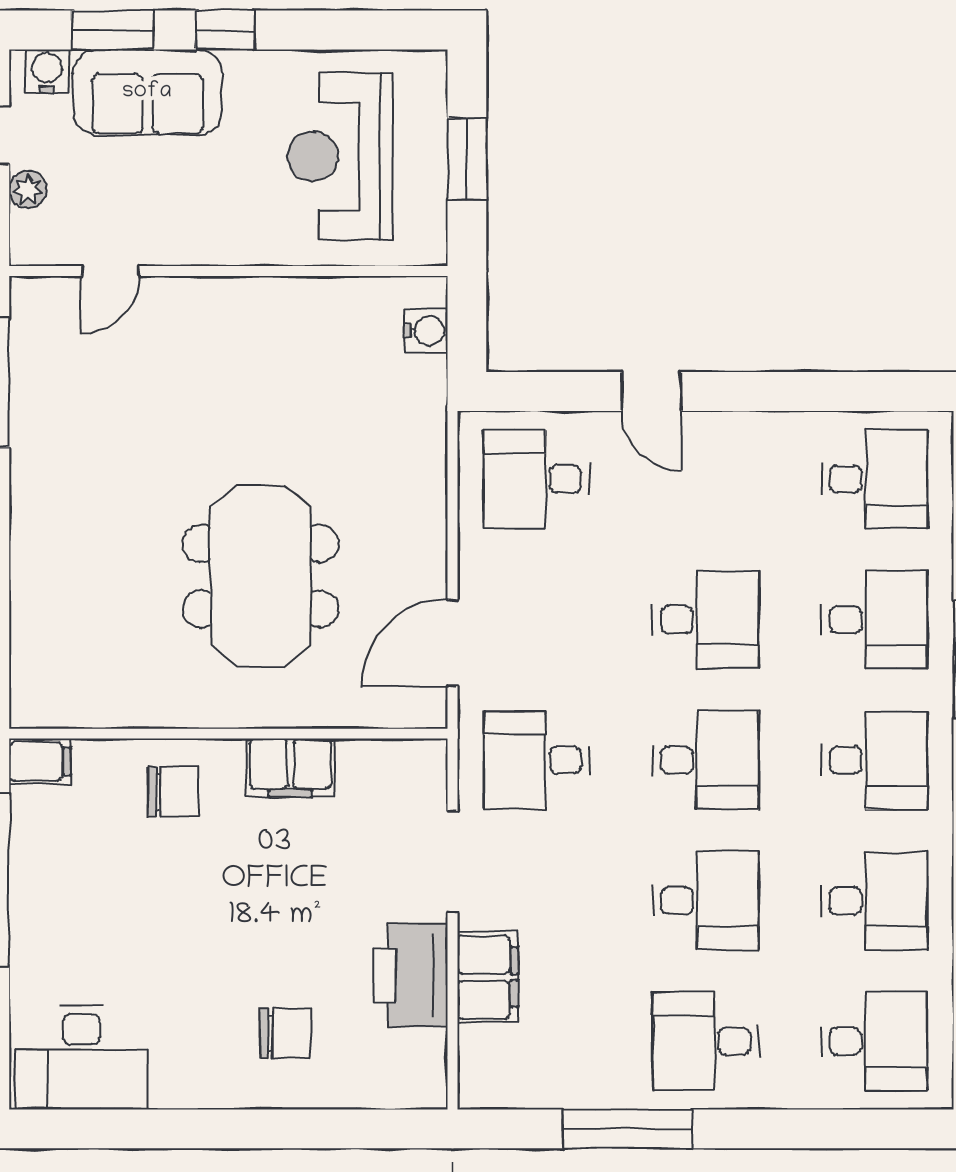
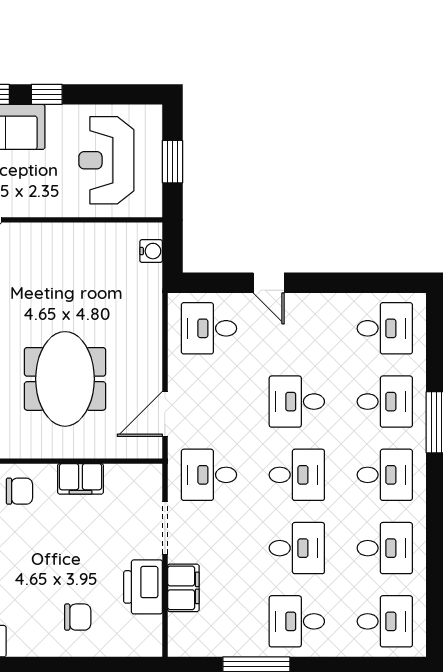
desk: (706, 620) -> (297, 402), turned 180

